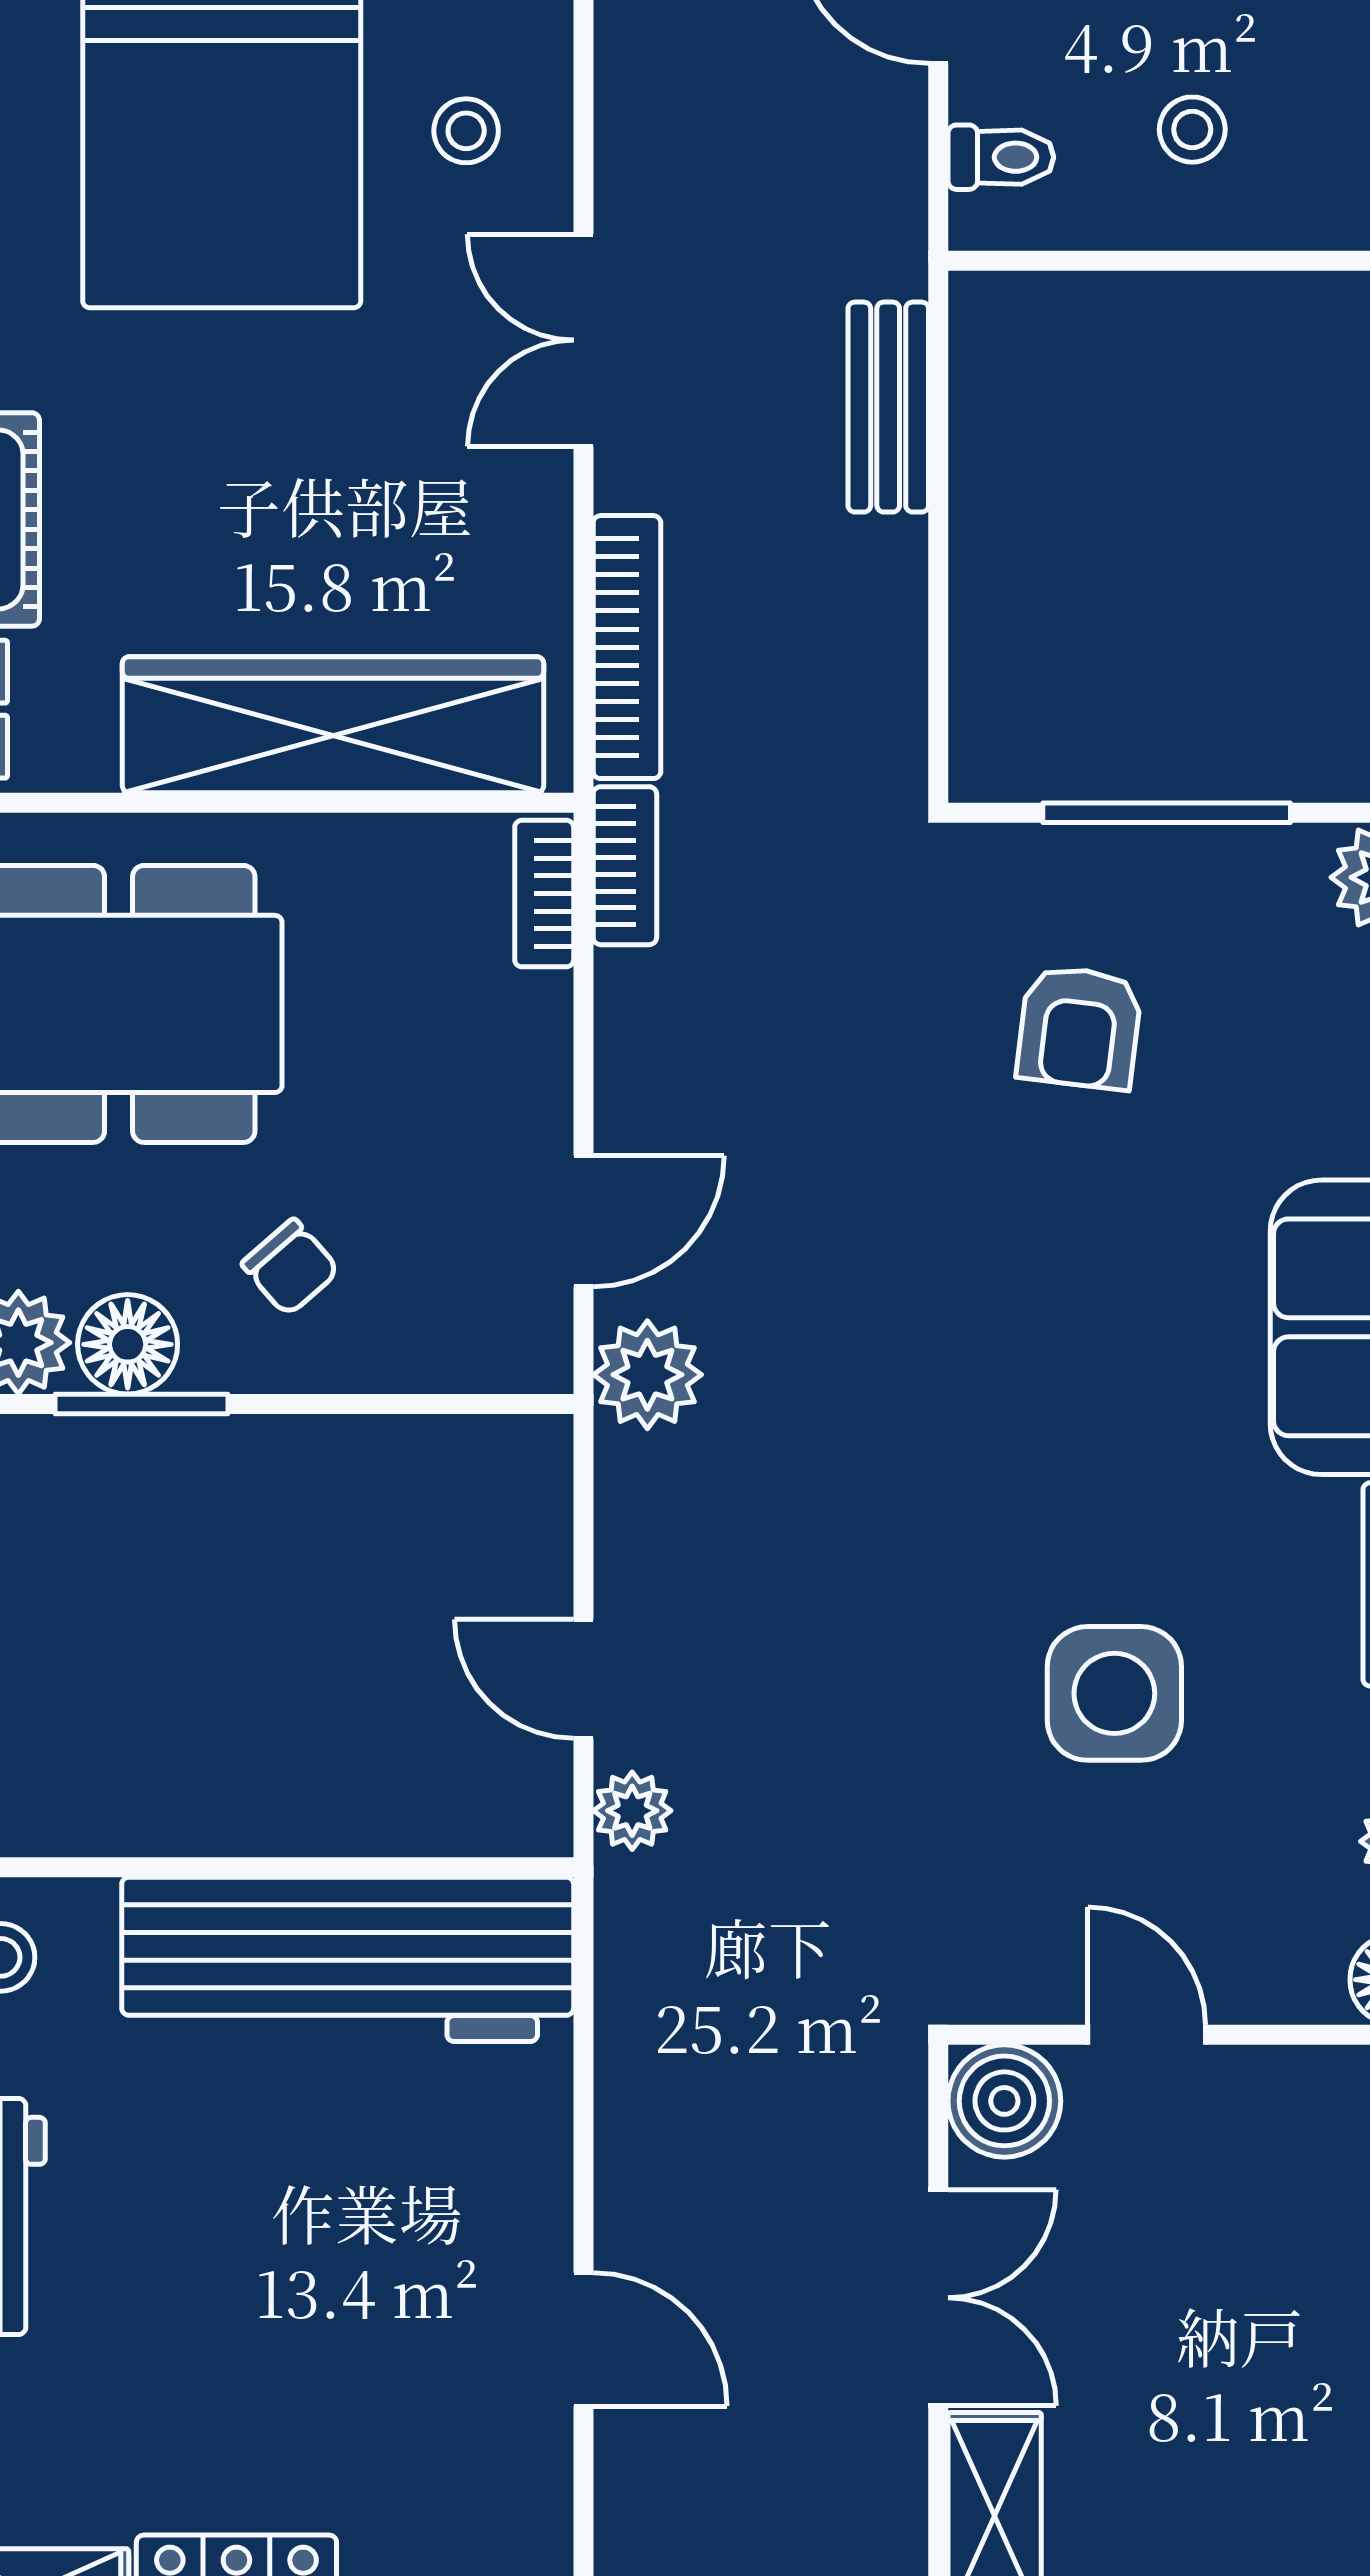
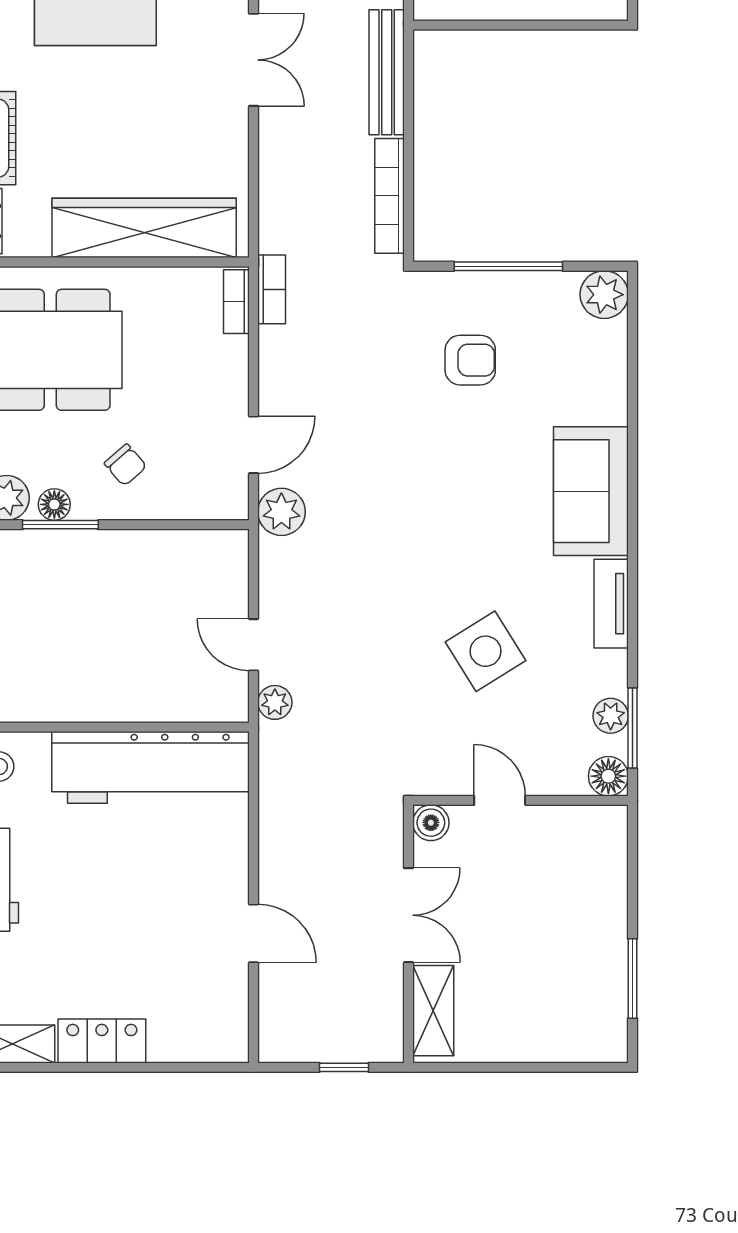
double door: (583, 340) -> (253, 60), swing flipped
bench: (888, 407) -> (387, 72), width x1.36
bookcase: (627, 647) -> (390, 196), moved, turned 180
armchair: (1079, 1027) -> (470, 360), turned -97
floor lamp: (128, 1344) -> (54, 504), width x0.73, depth x0.73
side table: (1114, 1693) -> (486, 651), turned -32
boiler: (1004, 2101) -> (431, 823), width x0.73, depth x0.73

